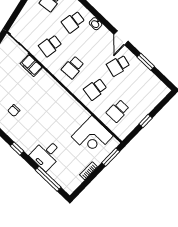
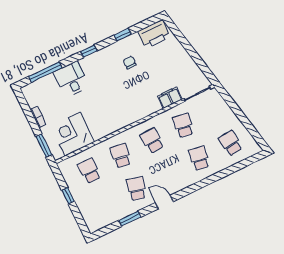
washbasin: (96, 24) -> (189, 181), removed

